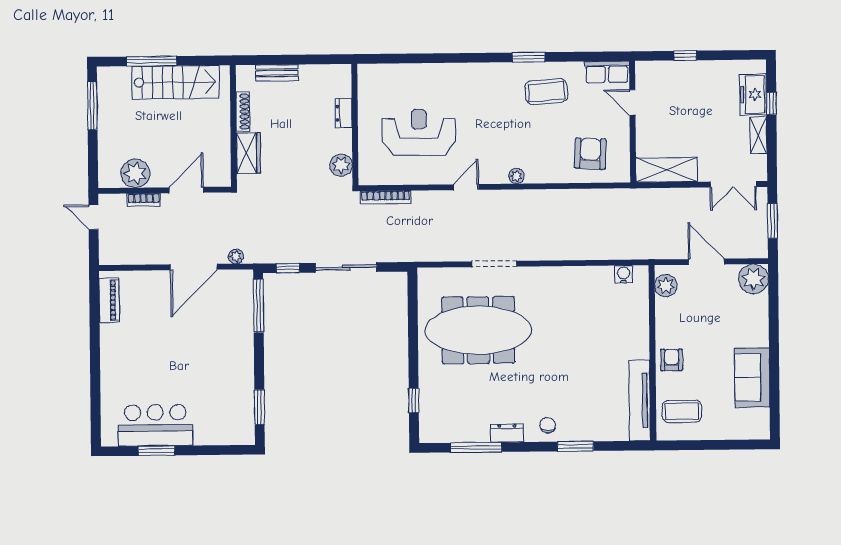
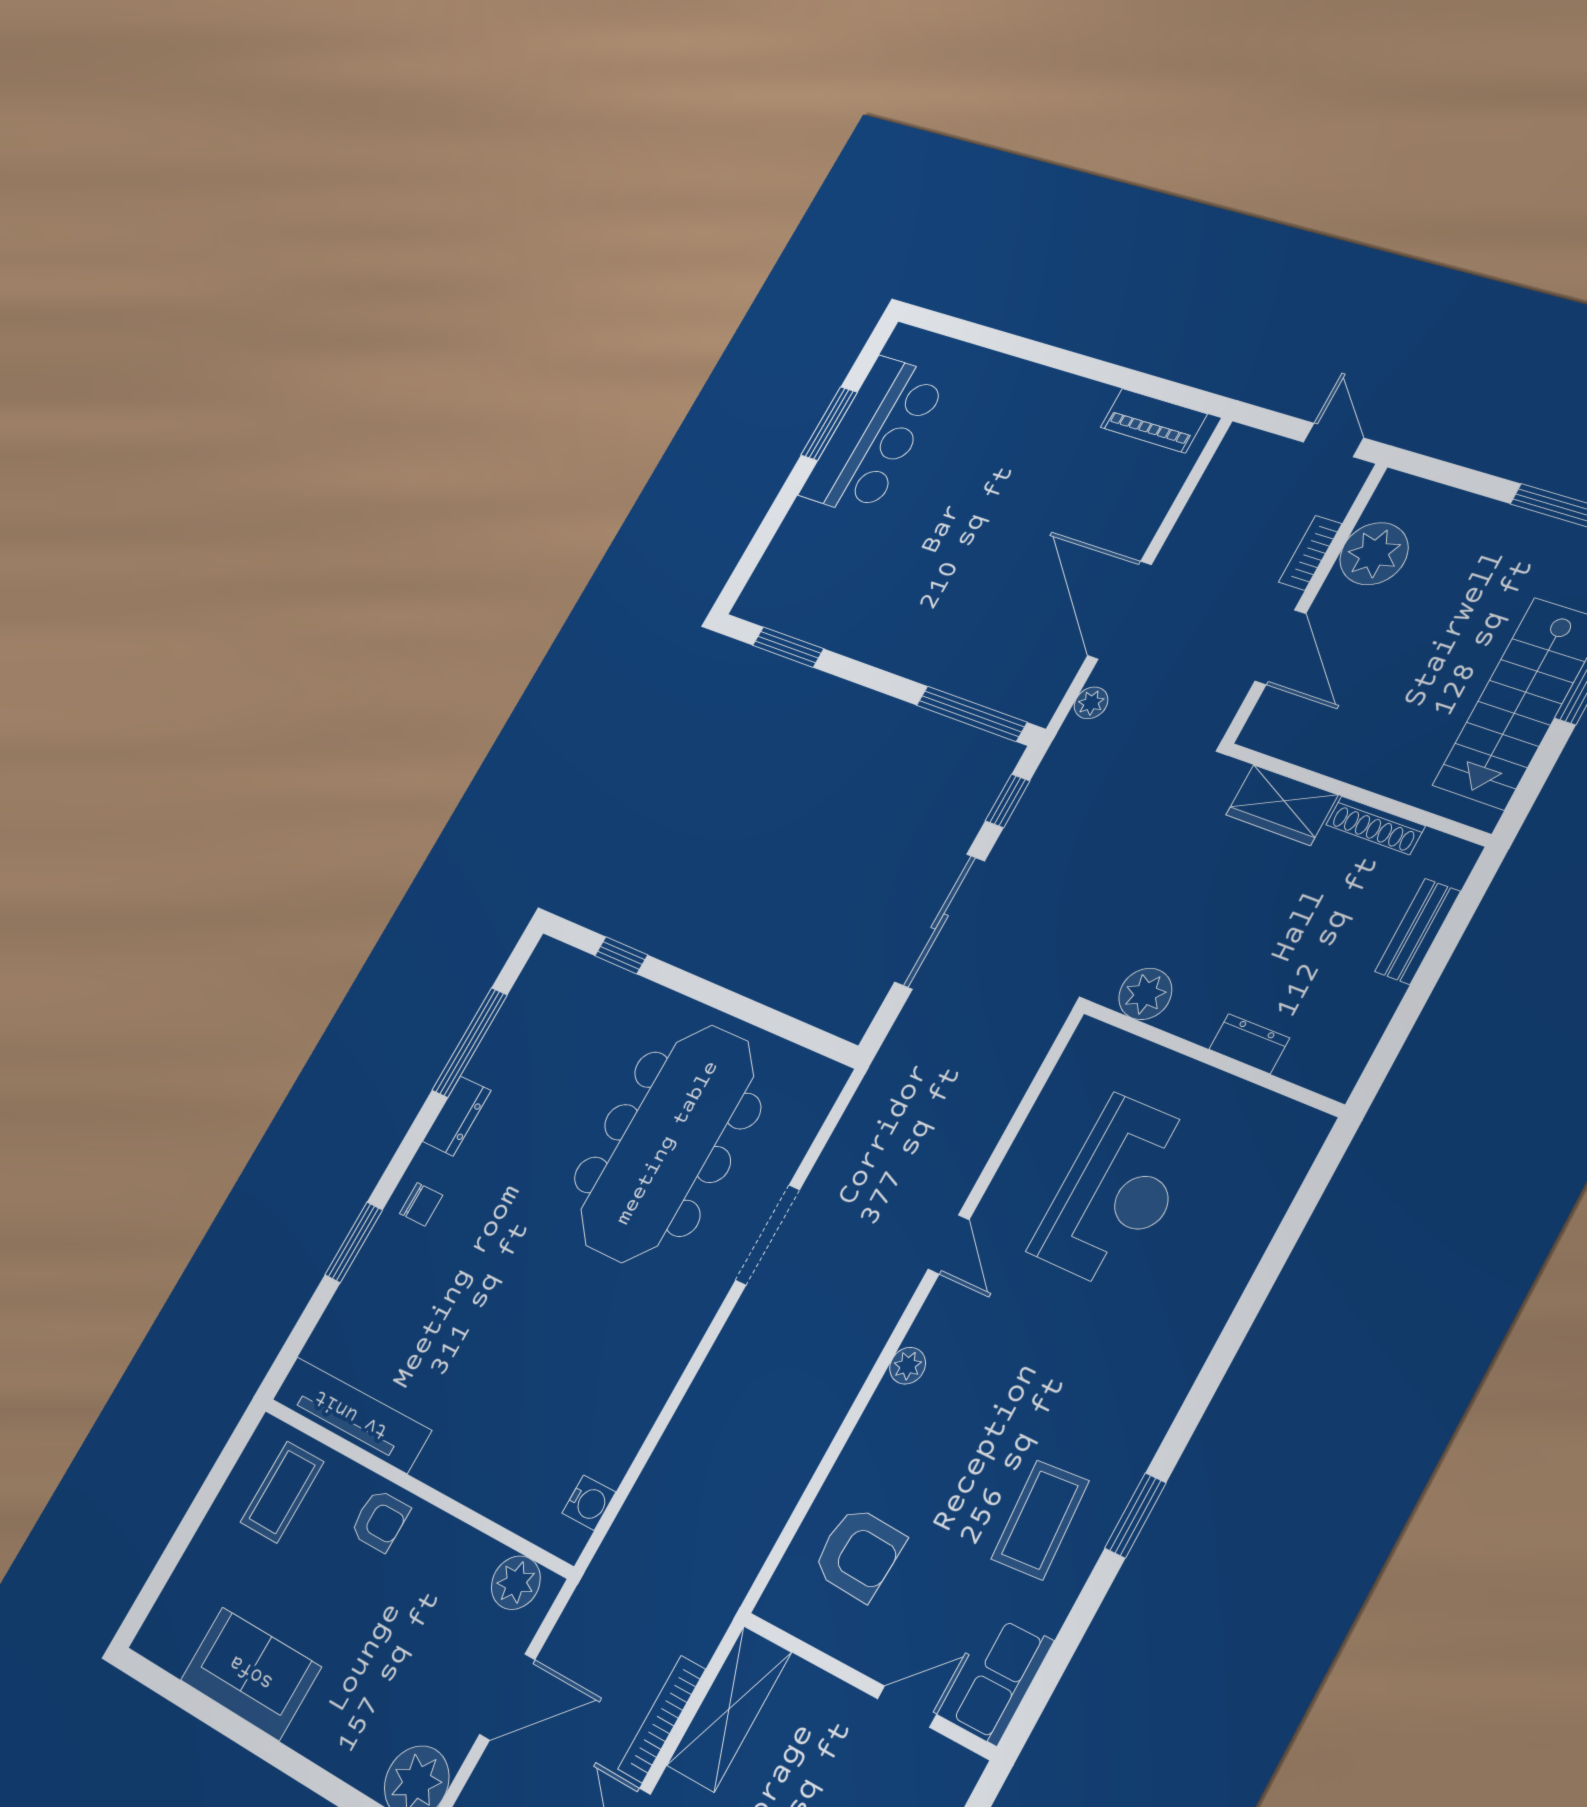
bookcase: (386, 197) -> (662, 1719), moved
door: (94, 217) -> (1333, 440), hinge flipped

